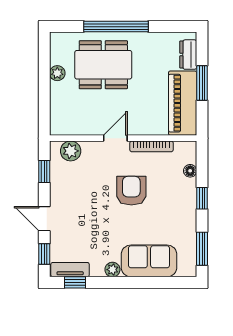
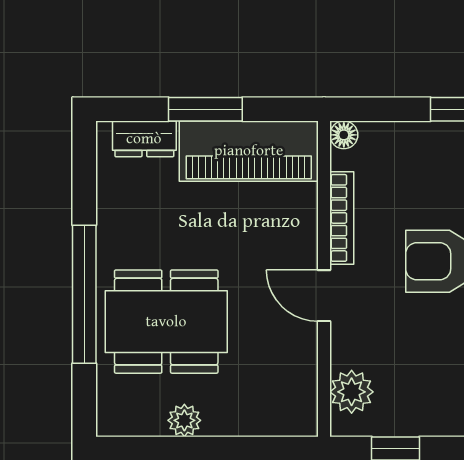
dining table: (103, 65) -> (166, 322), turned 90
floor lamp: (190, 171) -> (344, 135), moved

